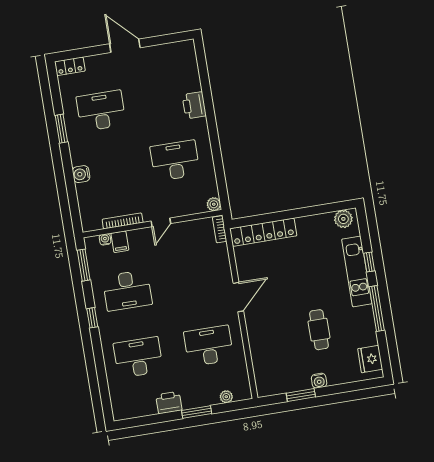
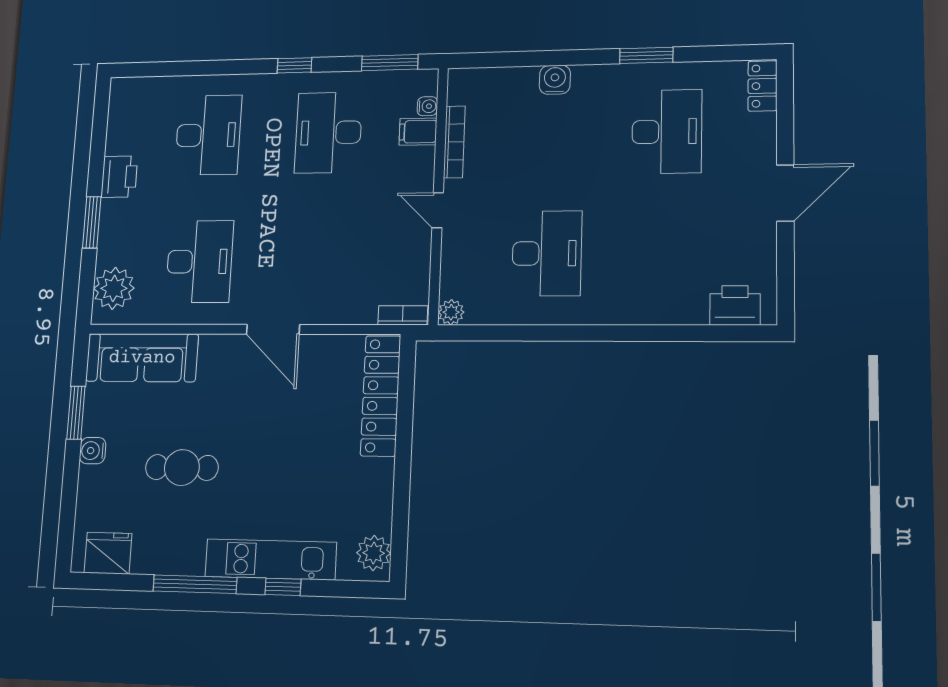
printer: (194, 105) -> (735, 306), moved
sofa: (265, 365) -> (142, 358), added
plant: (226, 397) -> (114, 288), width x1.88, depth x1.88

